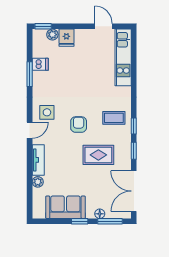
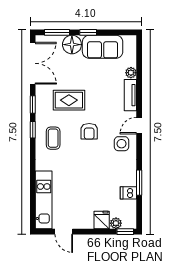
coffee table: (114, 118) -> (53, 138), turned 90
floor lamp: (100, 214) -> (72, 45), width x1.89, depth x1.89

